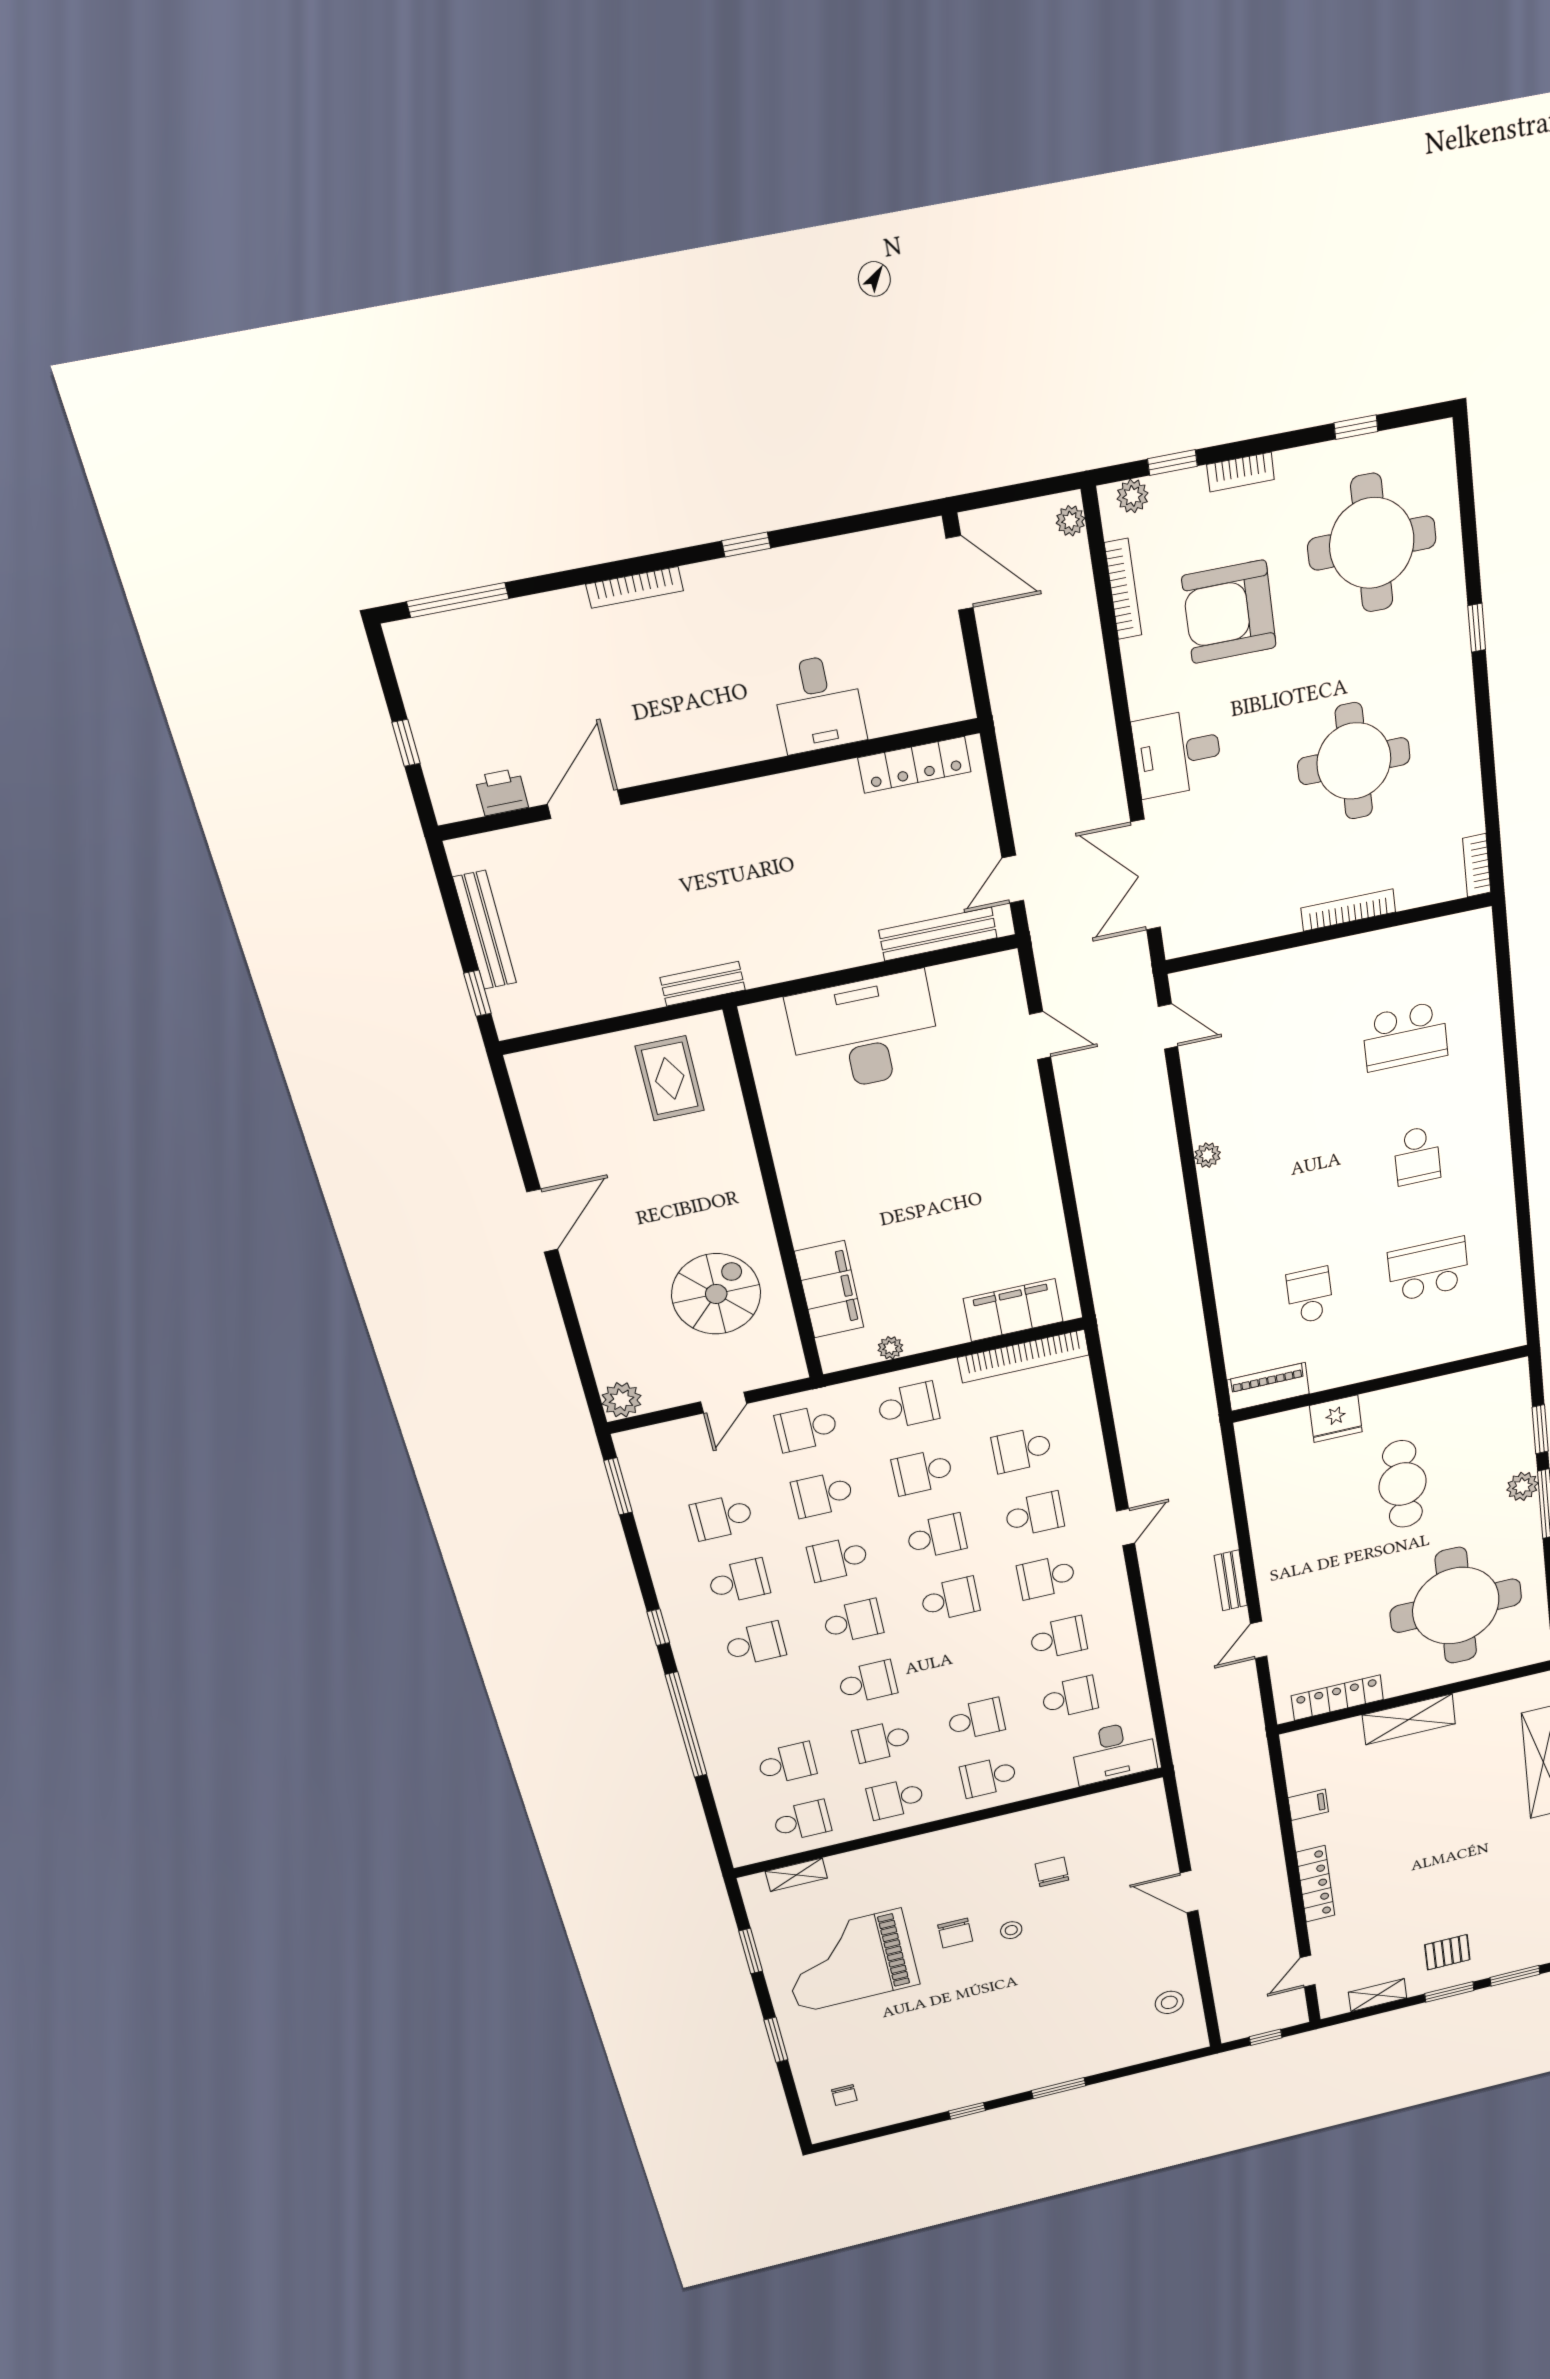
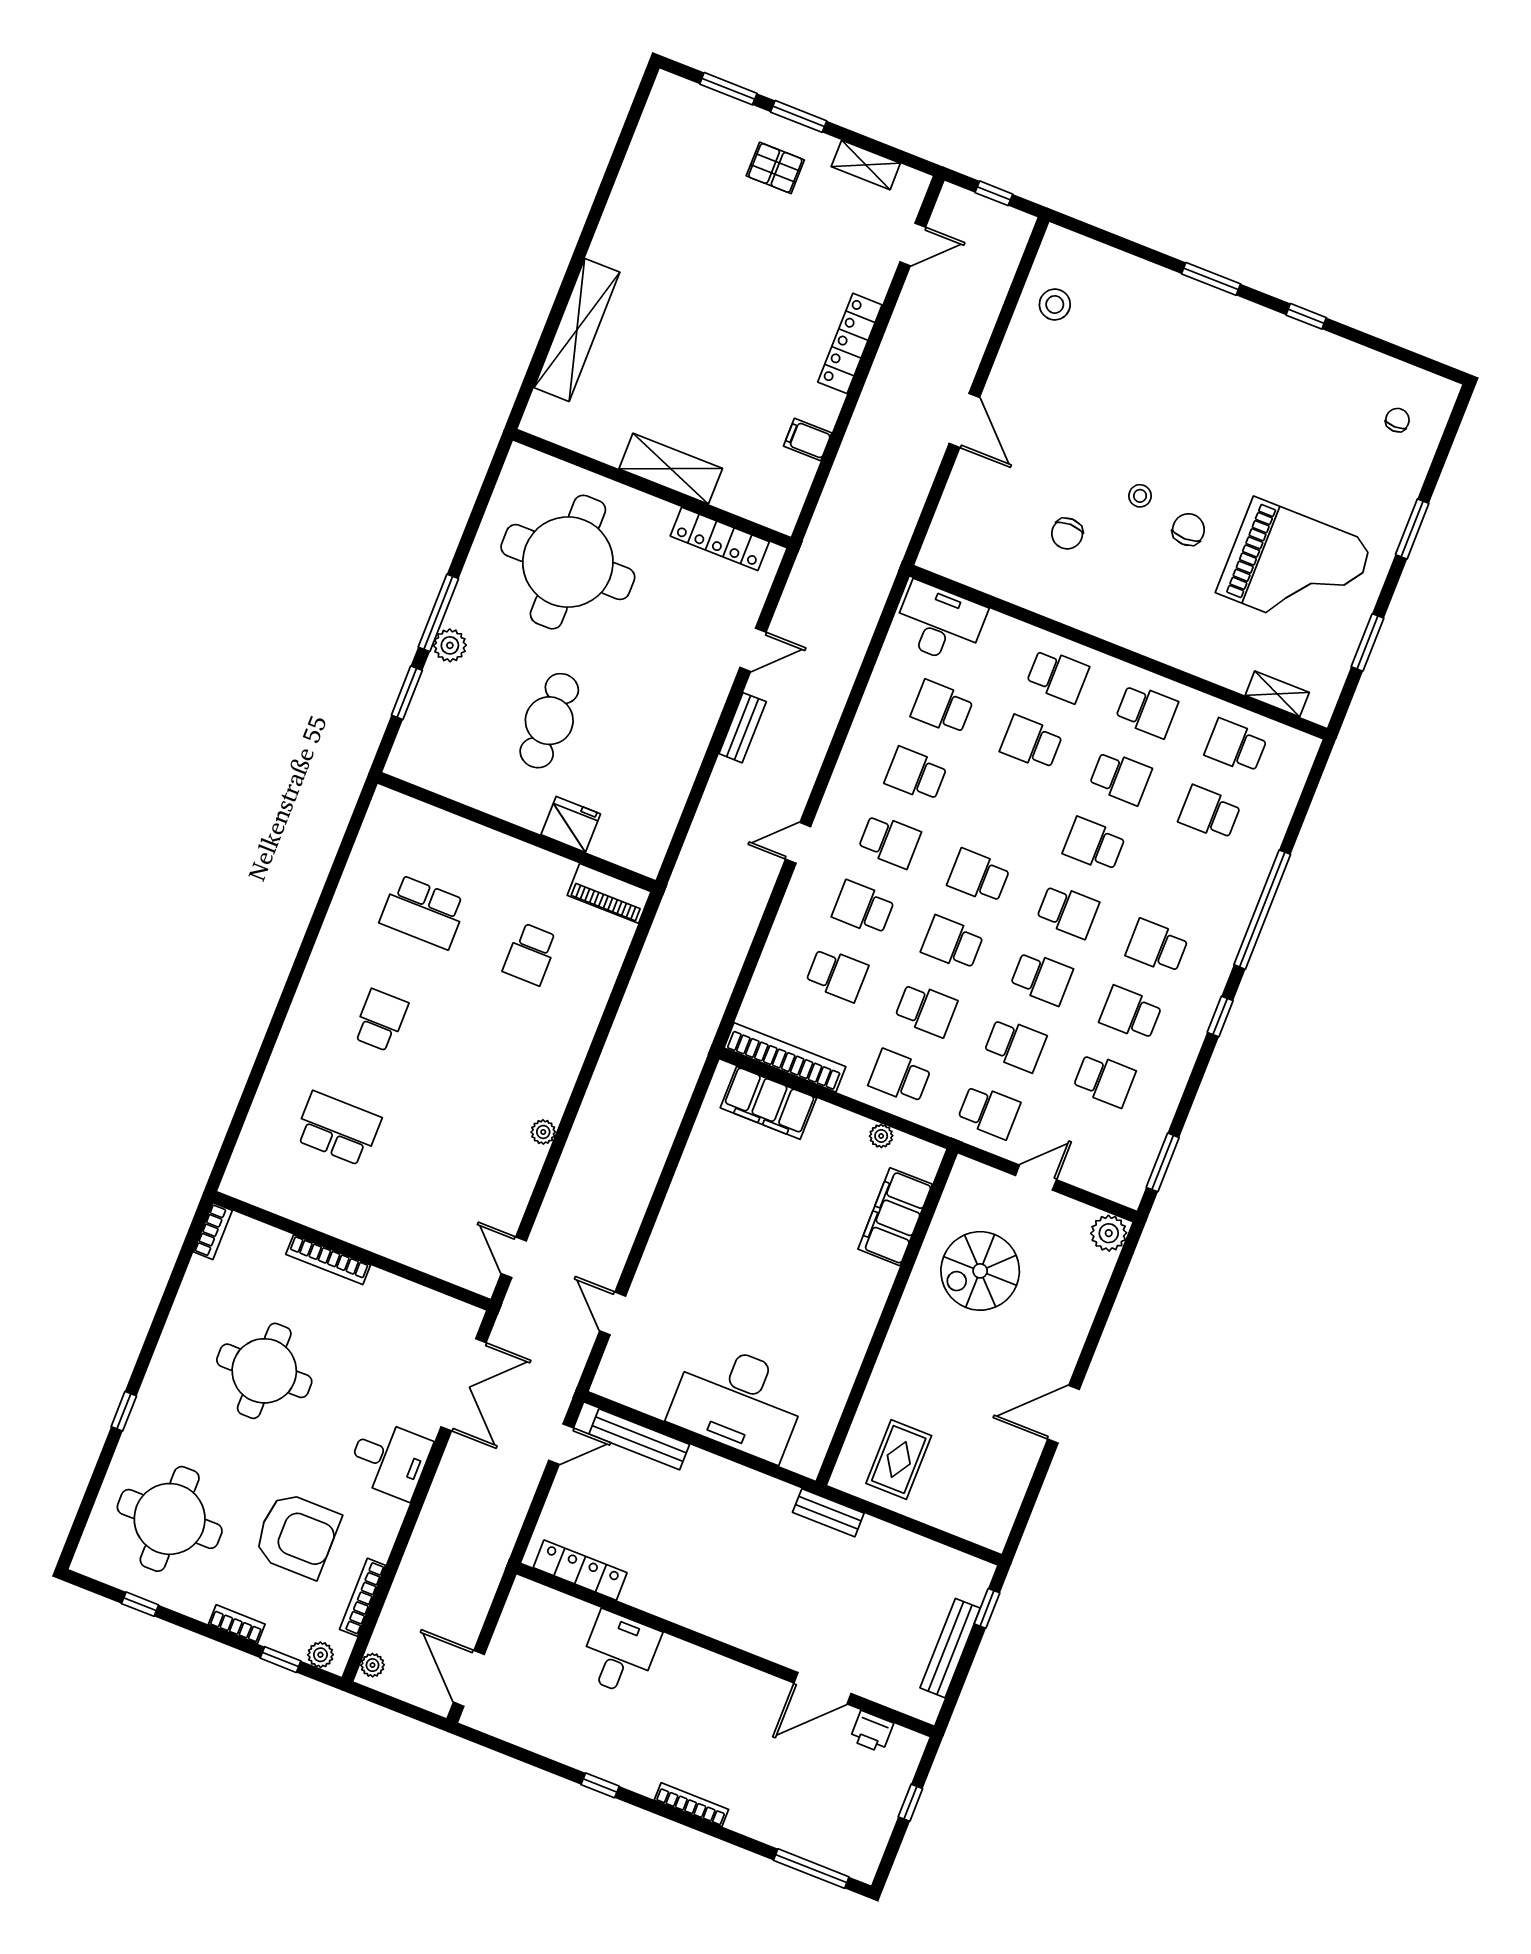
school desk: (853, 1621) -> (1068, 911), turned 180

